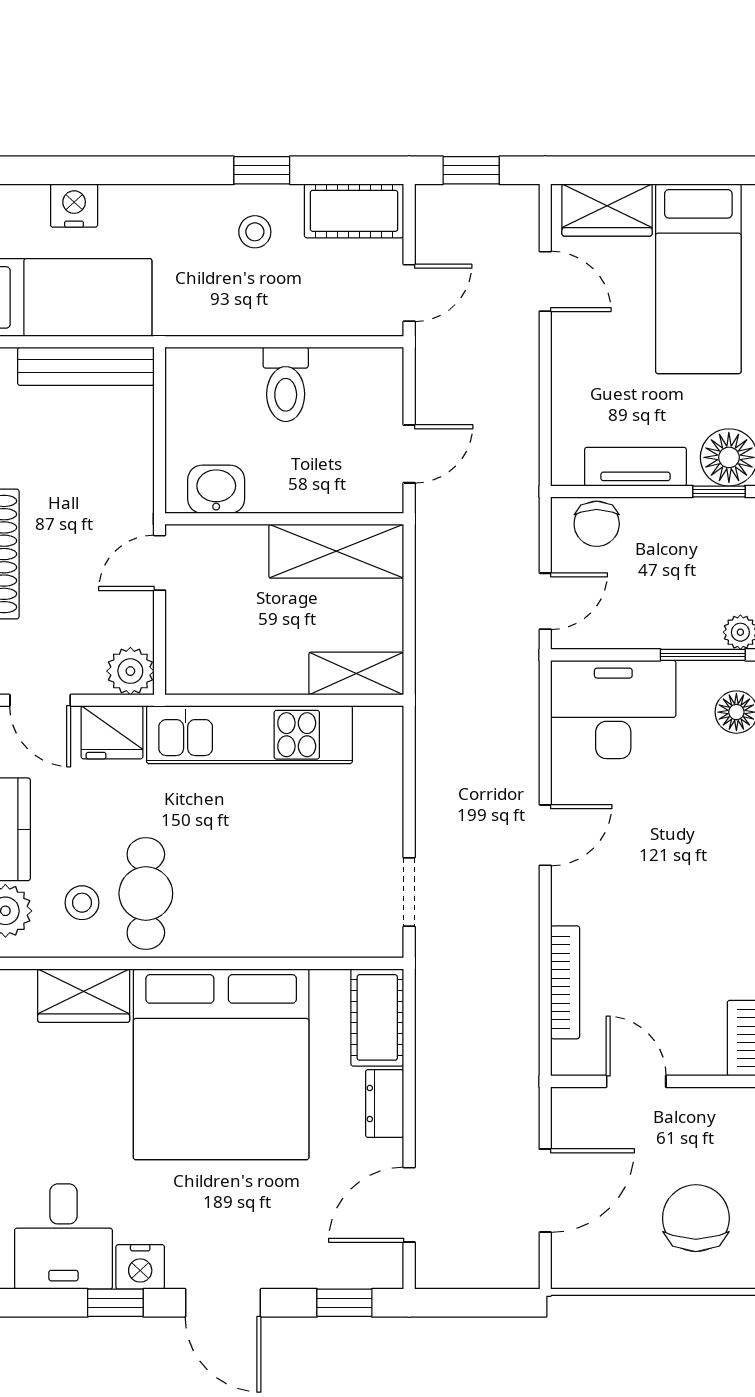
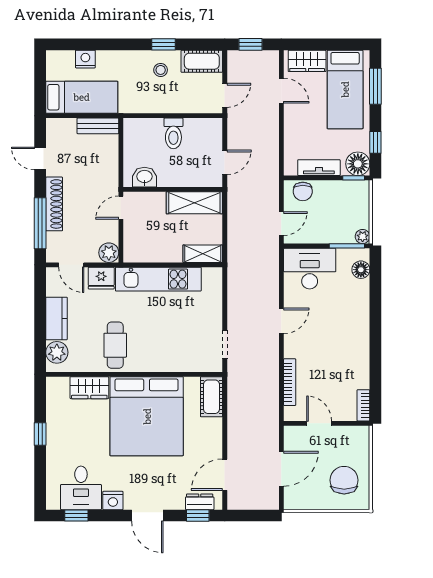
bench: (86, 366) -> (98, 126), width x0.73
stool: (82, 903) -> (89, 349), removed
dresser: (385, 1104) -> (200, 502), moved, turned 90
window: (115, 1303) -> (76, 515), moved

